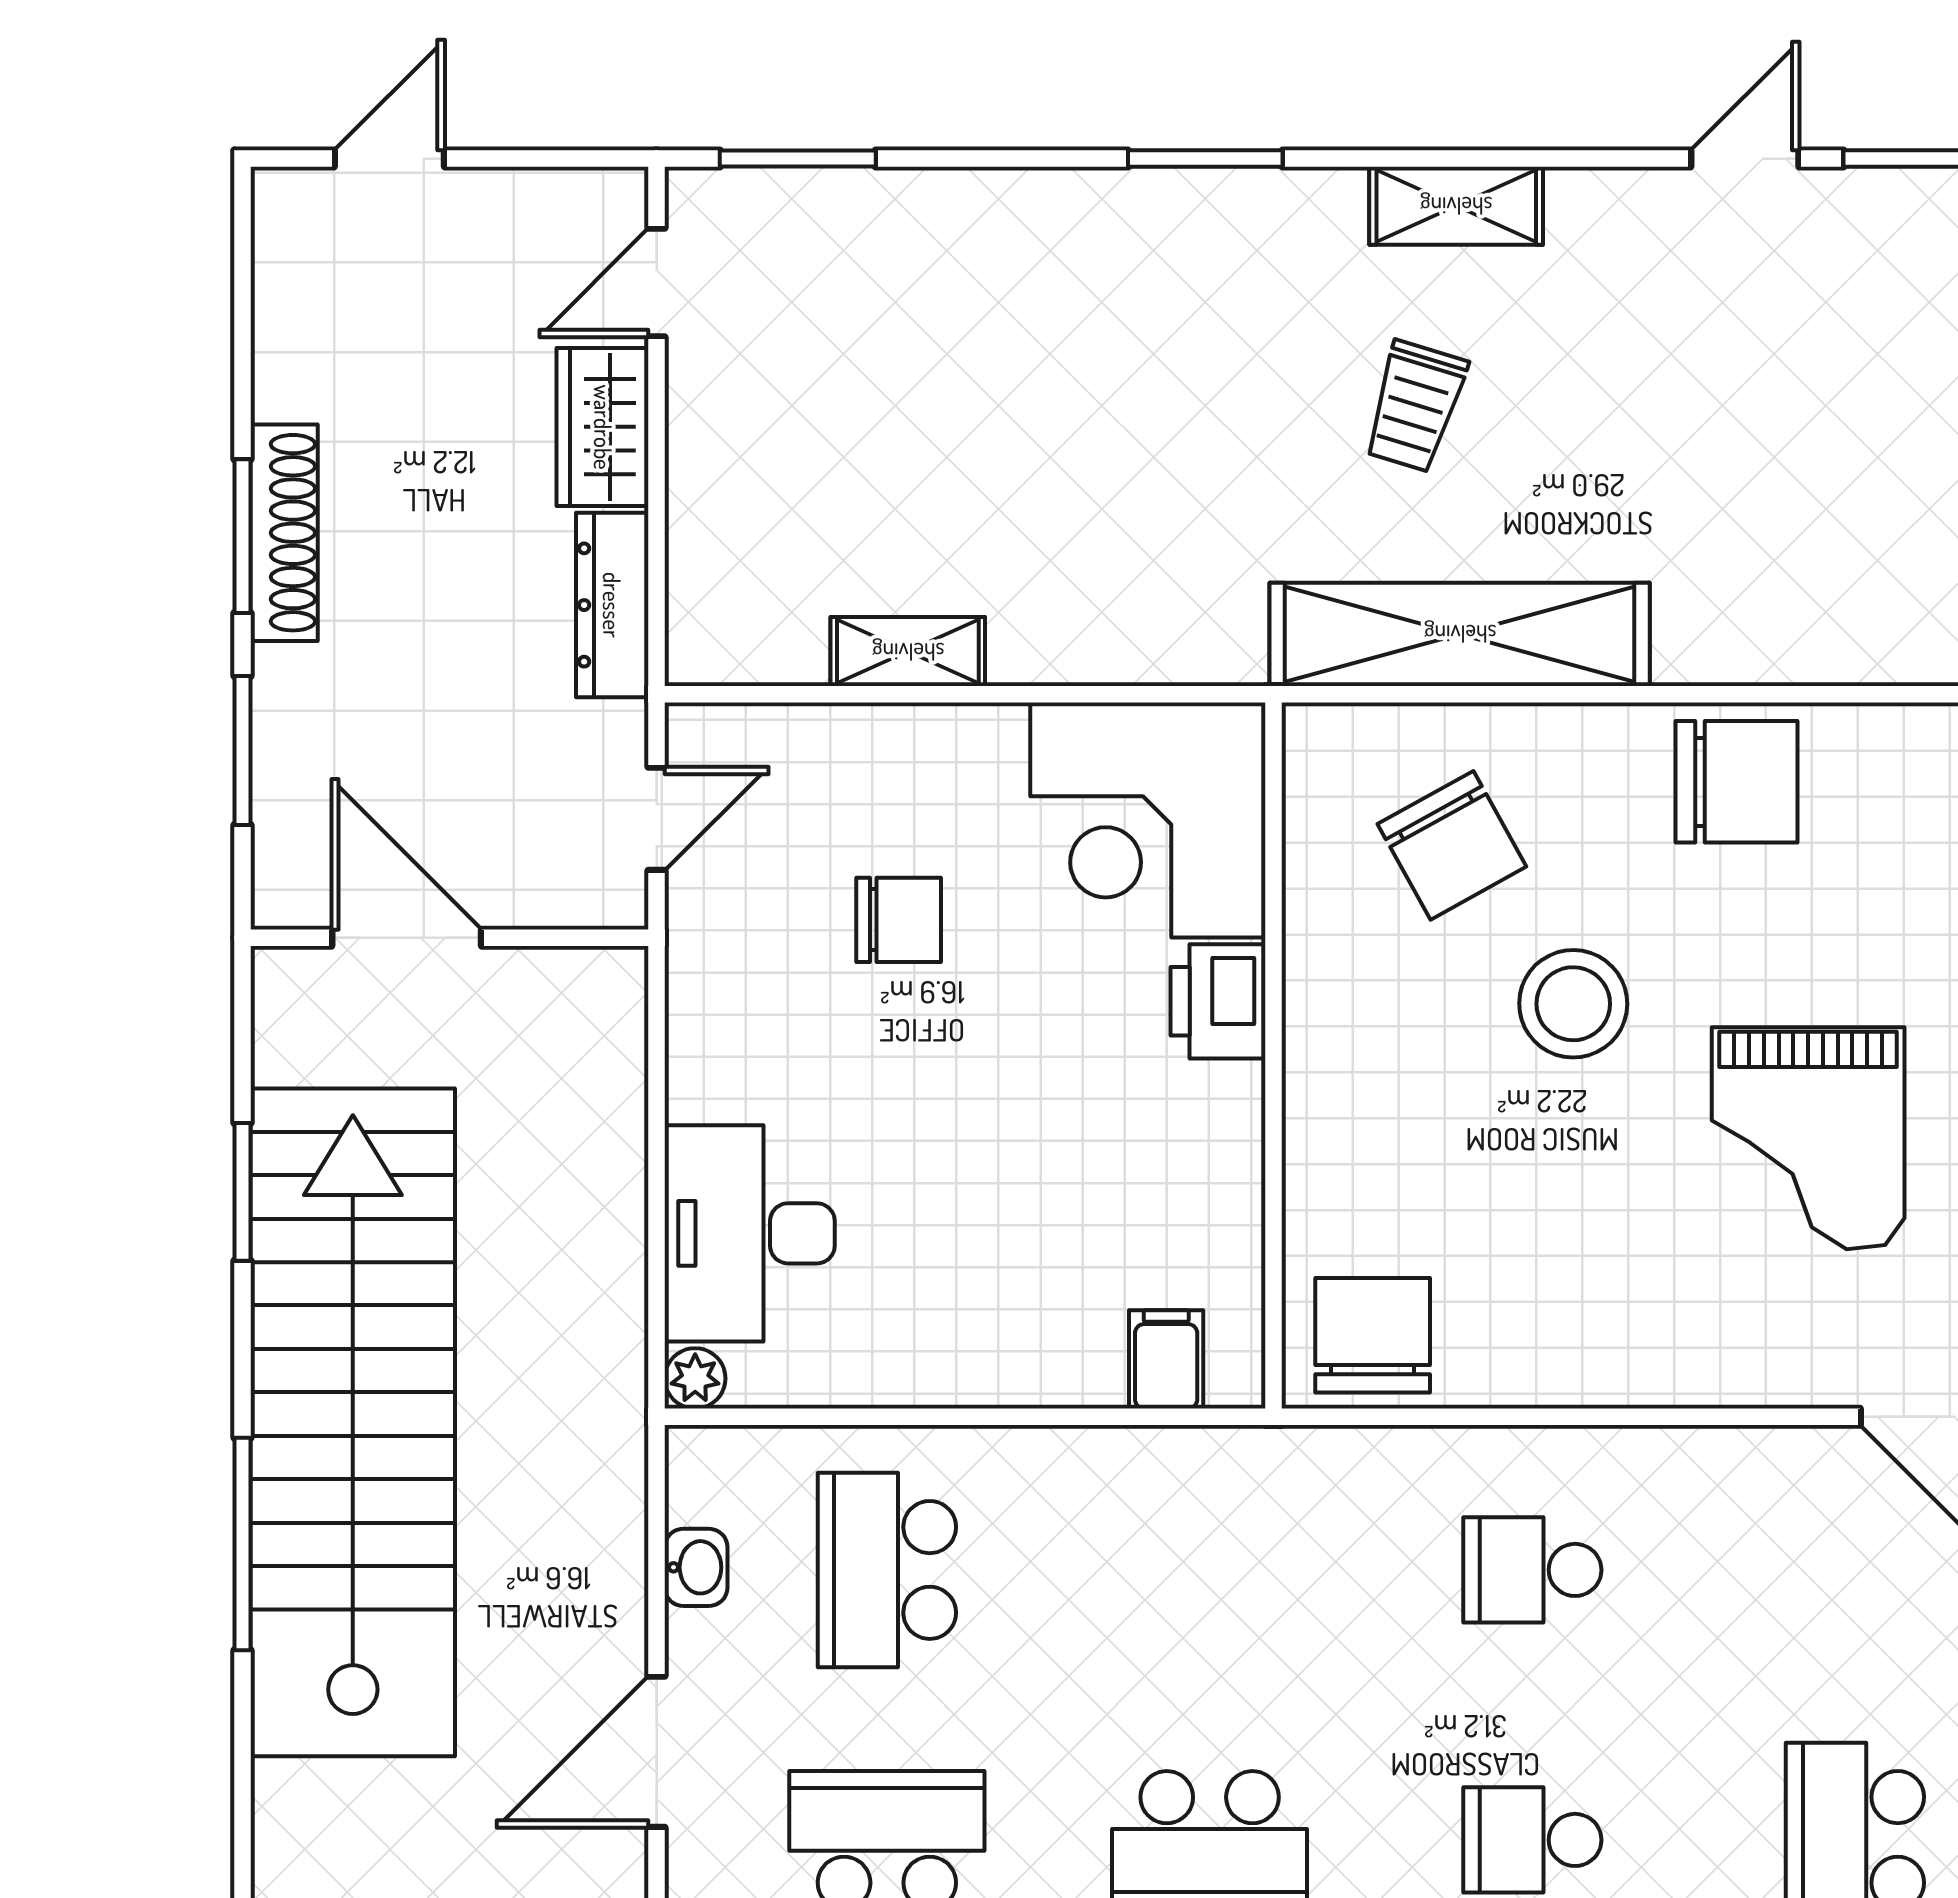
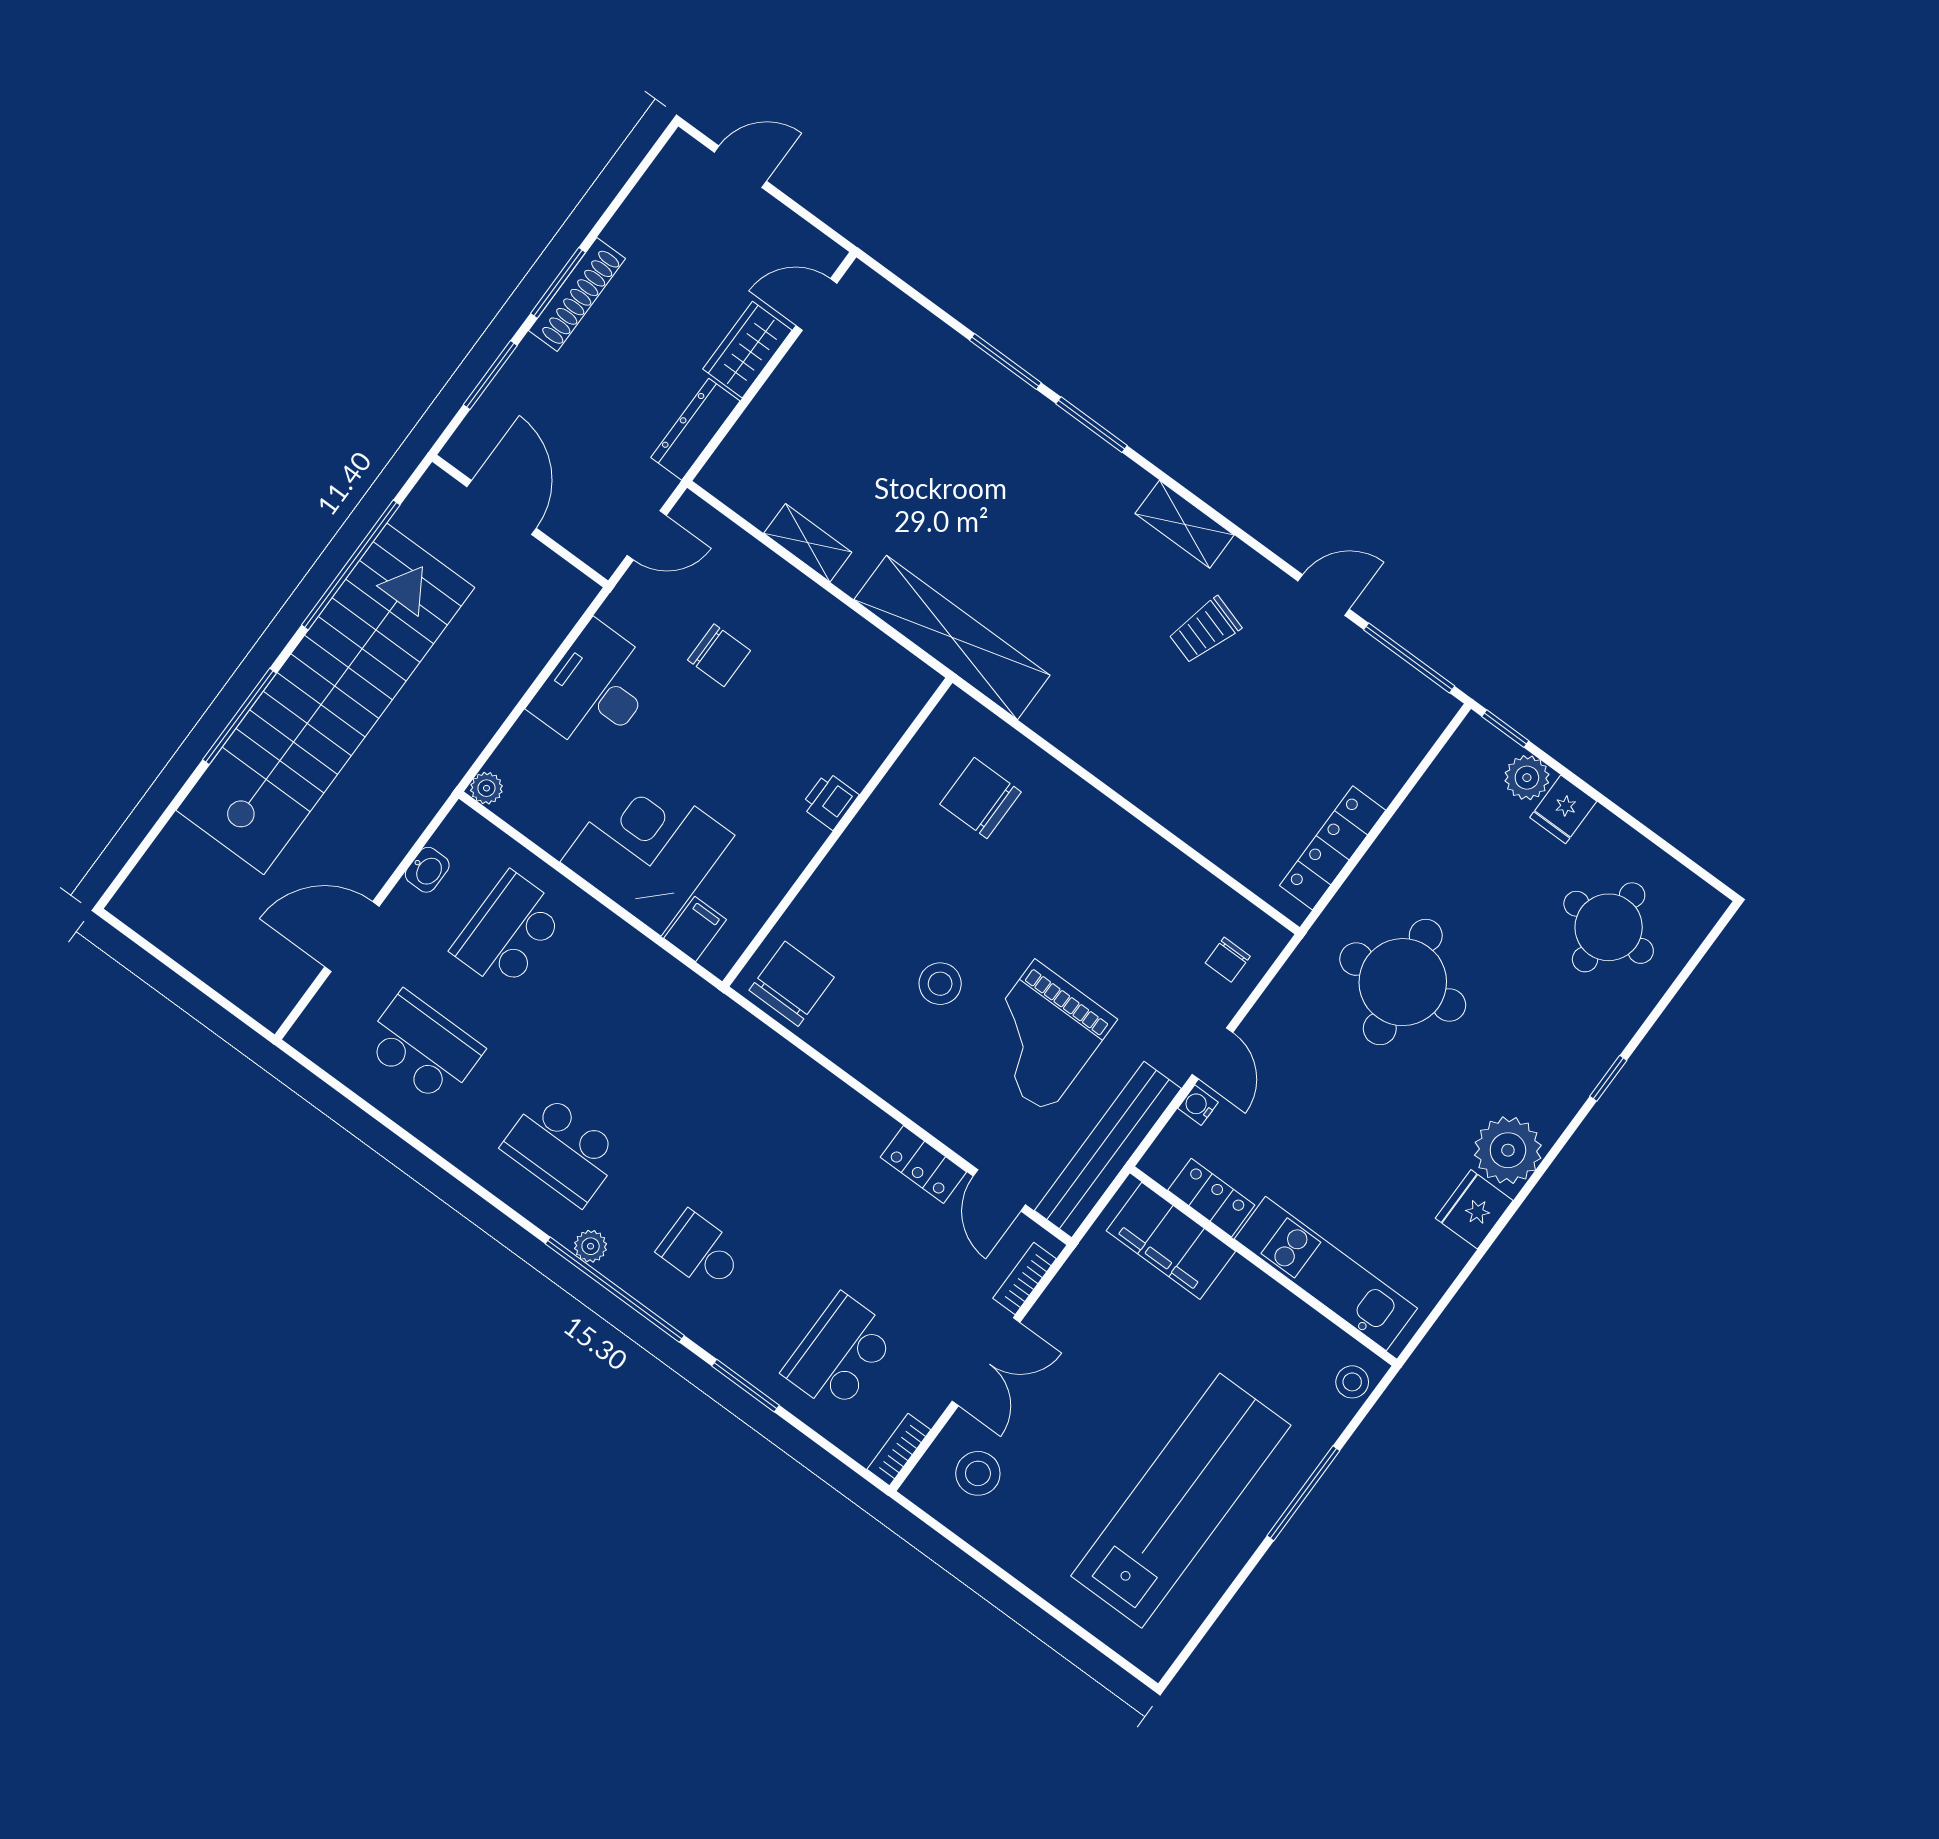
window: (798, 159) -> (1005, 361), moved
trolley: (1415, 406) -> (1205, 630), moved
shelving: (1460, 634) -> (952, 637), moved
chair: (1736, 782) -> (1123, 861), removed
corner desk: (1148, 820) -> (647, 849), moved, turned 90
chair: (1452, 845) -> (981, 798), turned 119
printer: (1218, 1001) -> (830, 801), width x0.73, depth x0.81
stool: (1573, 1004) -> (940, 984), moved, width x0.73, depth x0.73
window: (243, 1192) -> (351, 565), width x2.11
desk: (750, 1233) -> (595, 689), moved
locker: (1772, 1462) -> (923, 1165), added
school desk: (1532, 1570) -> (786, 1135), removed

